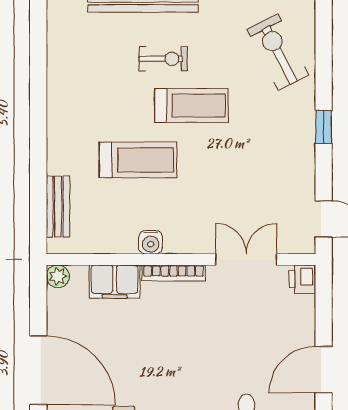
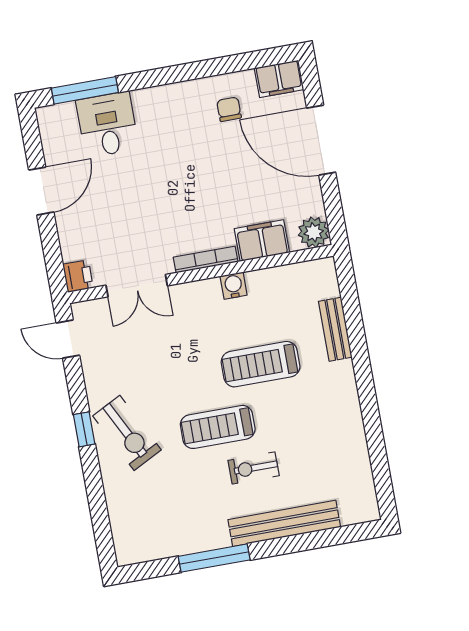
exercise bike: (278, 52) -> (127, 433), moved
bench: (58, 207) -> (335, 329), moved
plant: (58, 276) -> (314, 232), width x1.38, depth x1.38

